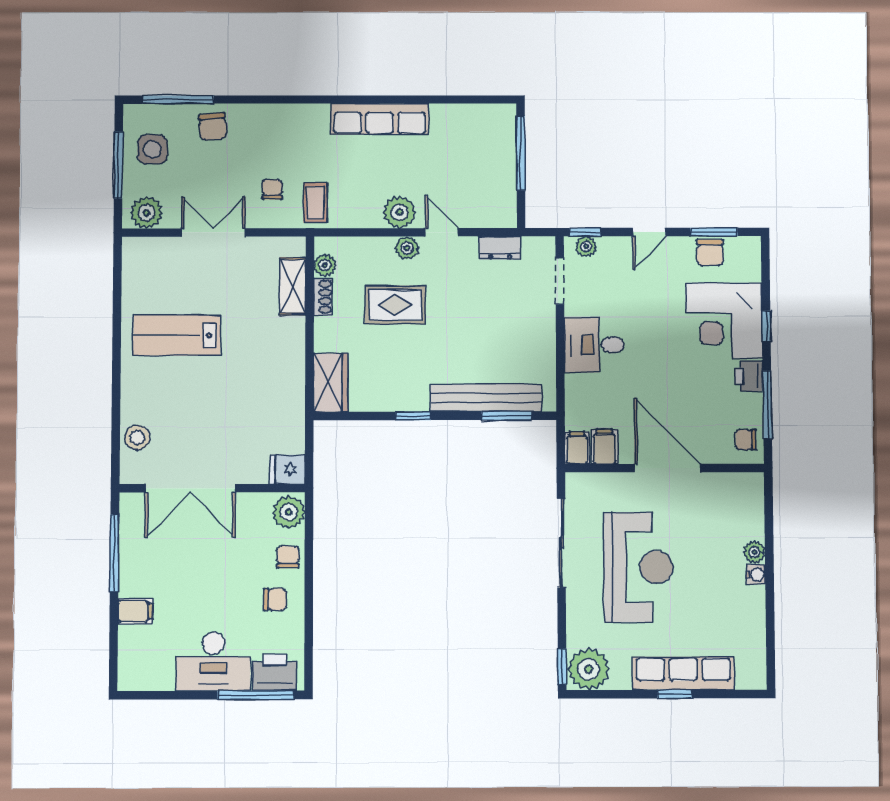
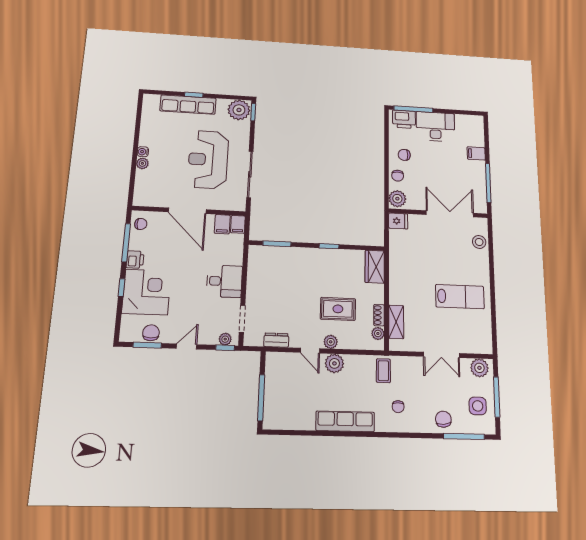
chair: (272, 189) -> (398, 407), moved
bench: (486, 398) -> (288, 254), removed

